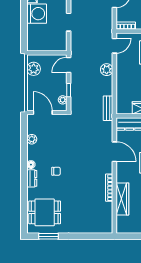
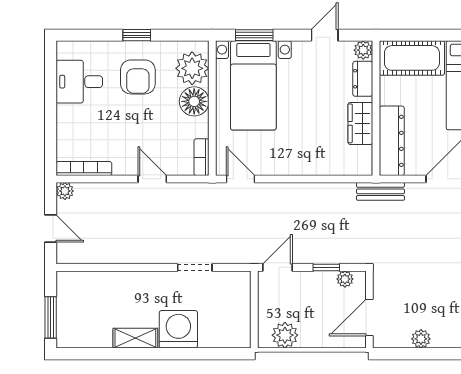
door: (69, 65) -> (278, 267), swing flipped
plant: (107, 70) -> (286, 194), removed
bench: (108, 108) -> (380, 191), moved

